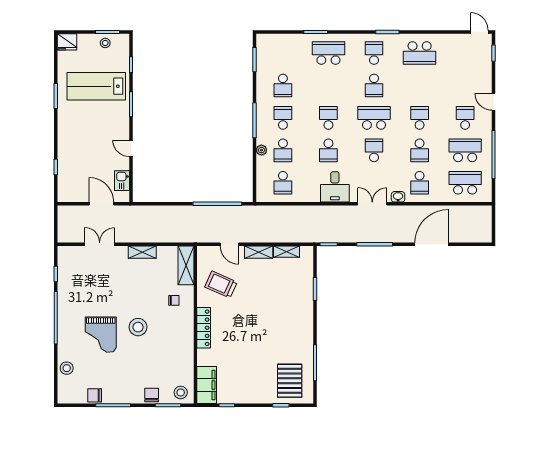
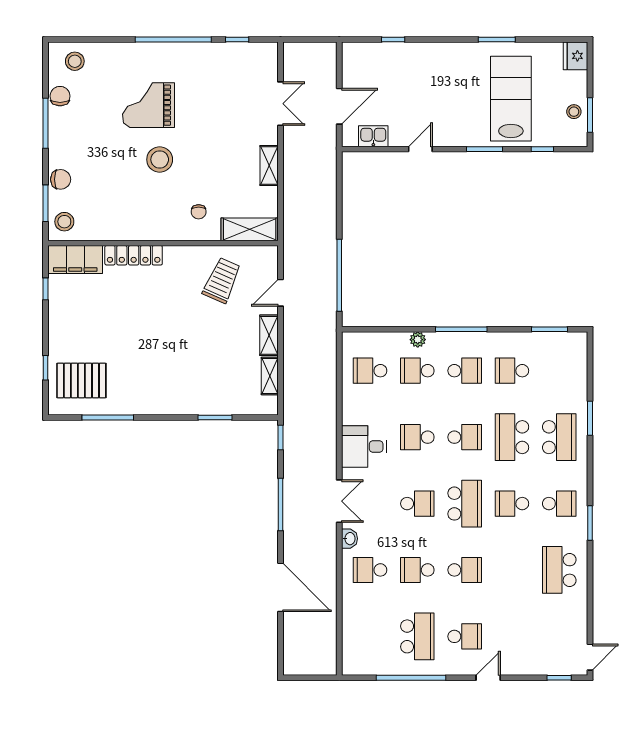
school desk: (465, 183) -> (512, 437), moved, turned 180
locker: (204, 328) -> (134, 255), moved
stool: (67, 368) -> (75, 61), moved

